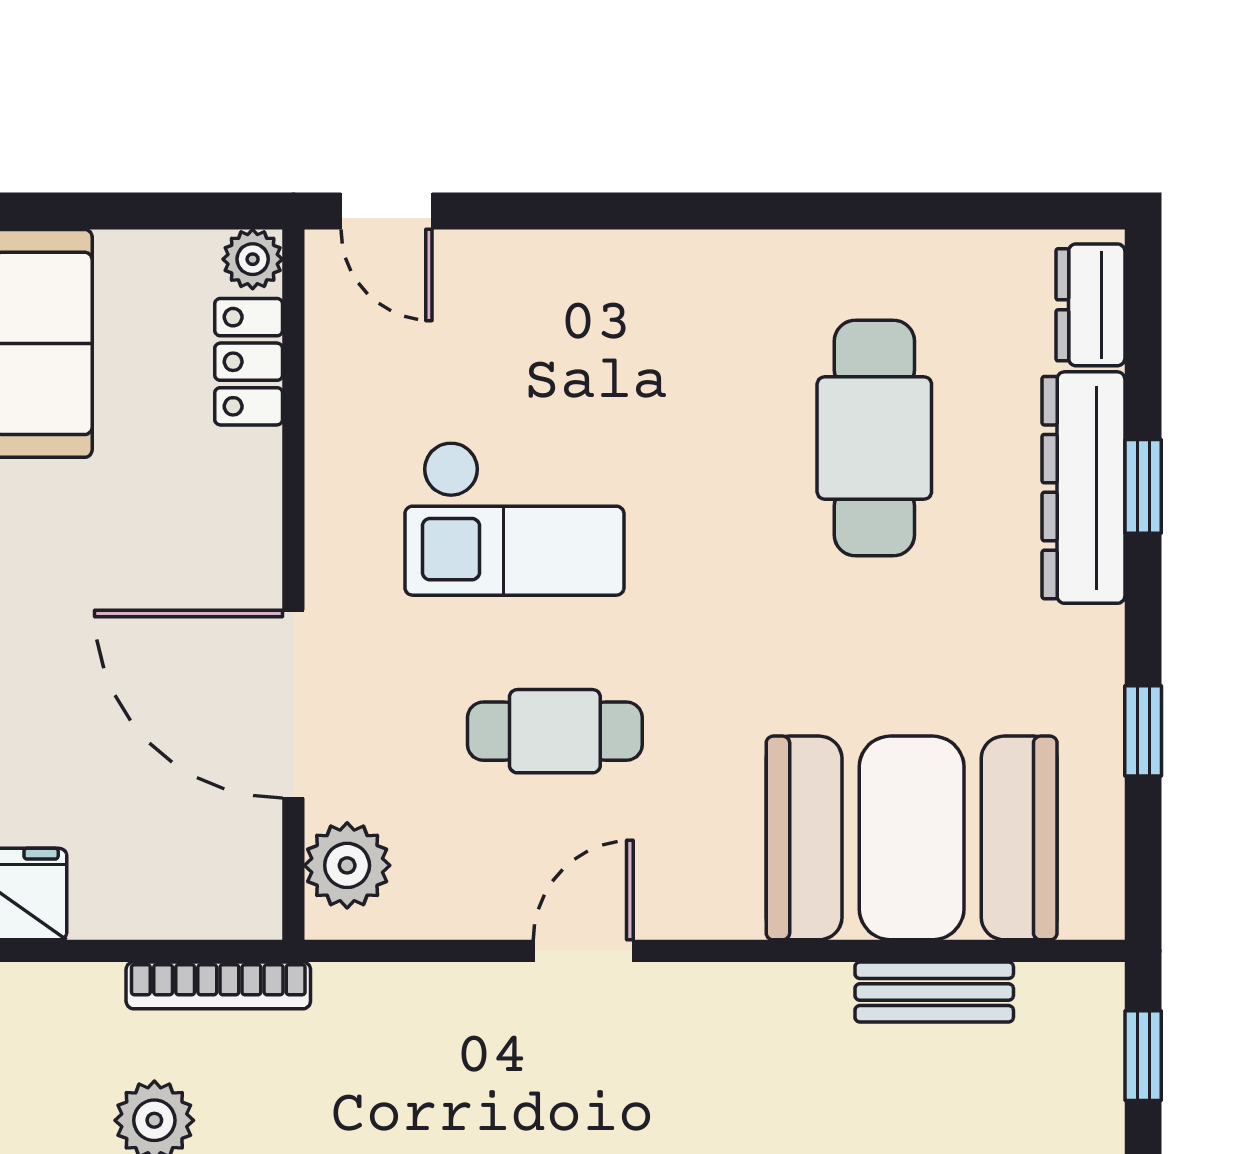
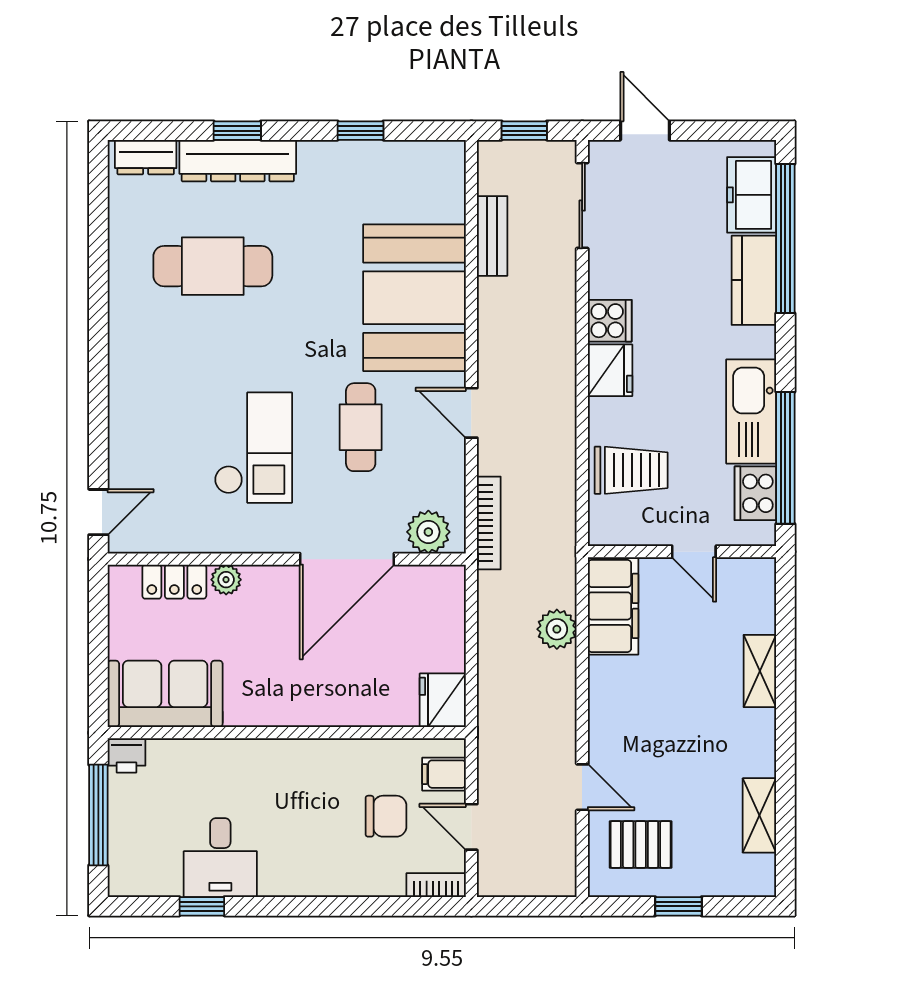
plant: (253, 259) -> (226, 580), moved
booth: (912, 838) -> (414, 298), moved
bookcase: (218, 985) -> (489, 523), moved

